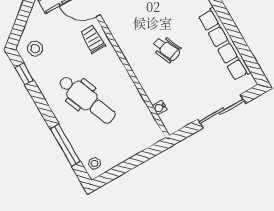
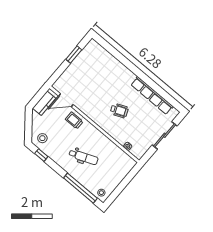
dental chair: (87, 100) -> (83, 157), width x0.73, depth x0.72
window: (65, 145) -> (80, 188), width x1.46

